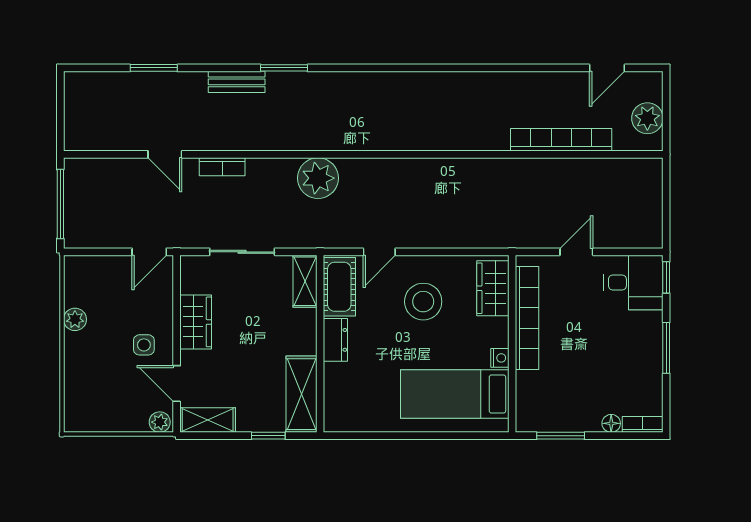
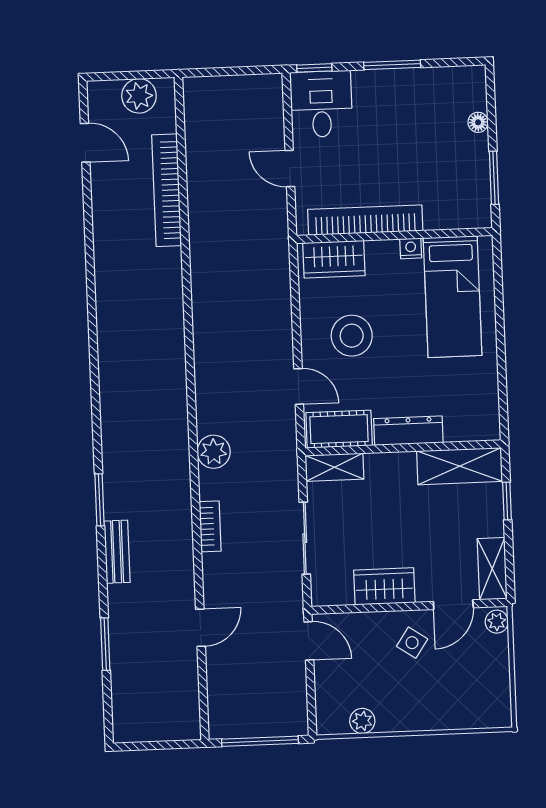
bookcase: (222, 167) -> (210, 526), moved
plant: (318, 178) -> (214, 452), width x0.73, depth x0.73
plant: (75, 319) -> (362, 721), moved
dresser: (335, 340) -> (408, 431), width x1.44
side table: (144, 345) -> (412, 643), turned 34
bookcase: (643, 424) -> (478, 87), removed

